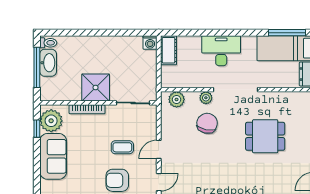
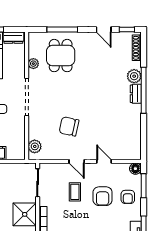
plant: (206, 98) -> (33, 64), moved
chair: (207, 123) -> (69, 126), moved
dining table: (265, 136) -> (61, 56), moved

